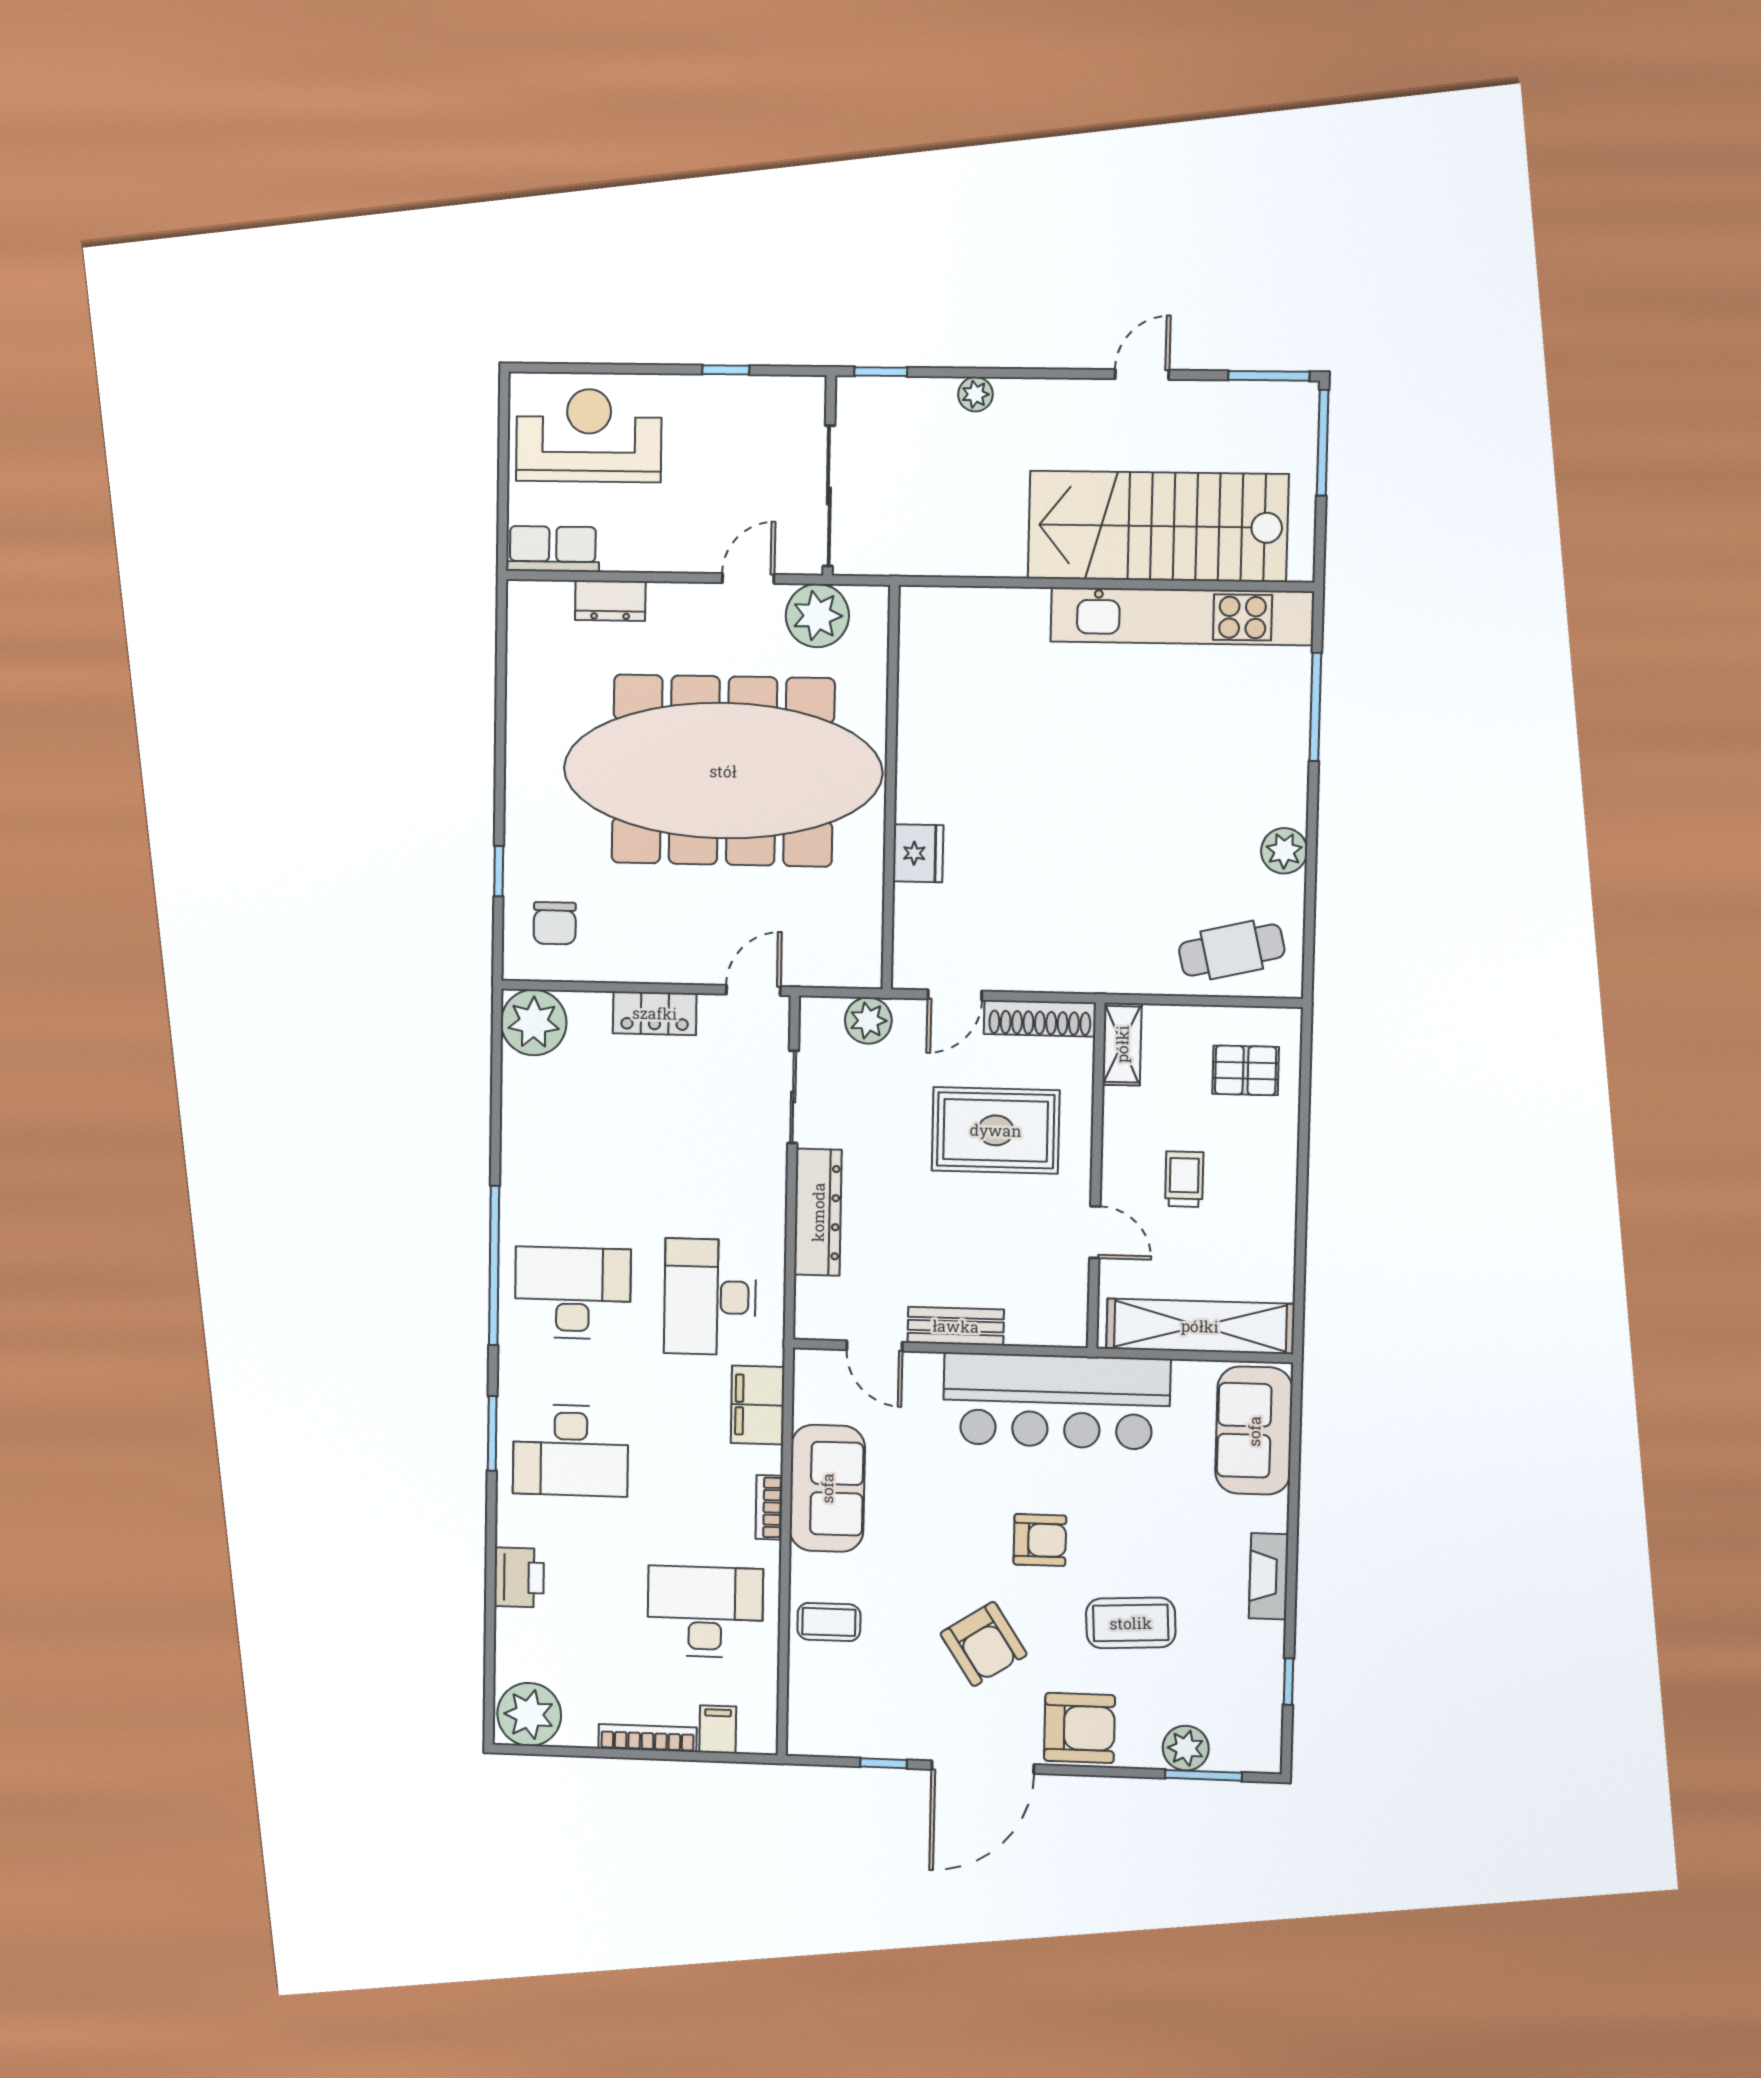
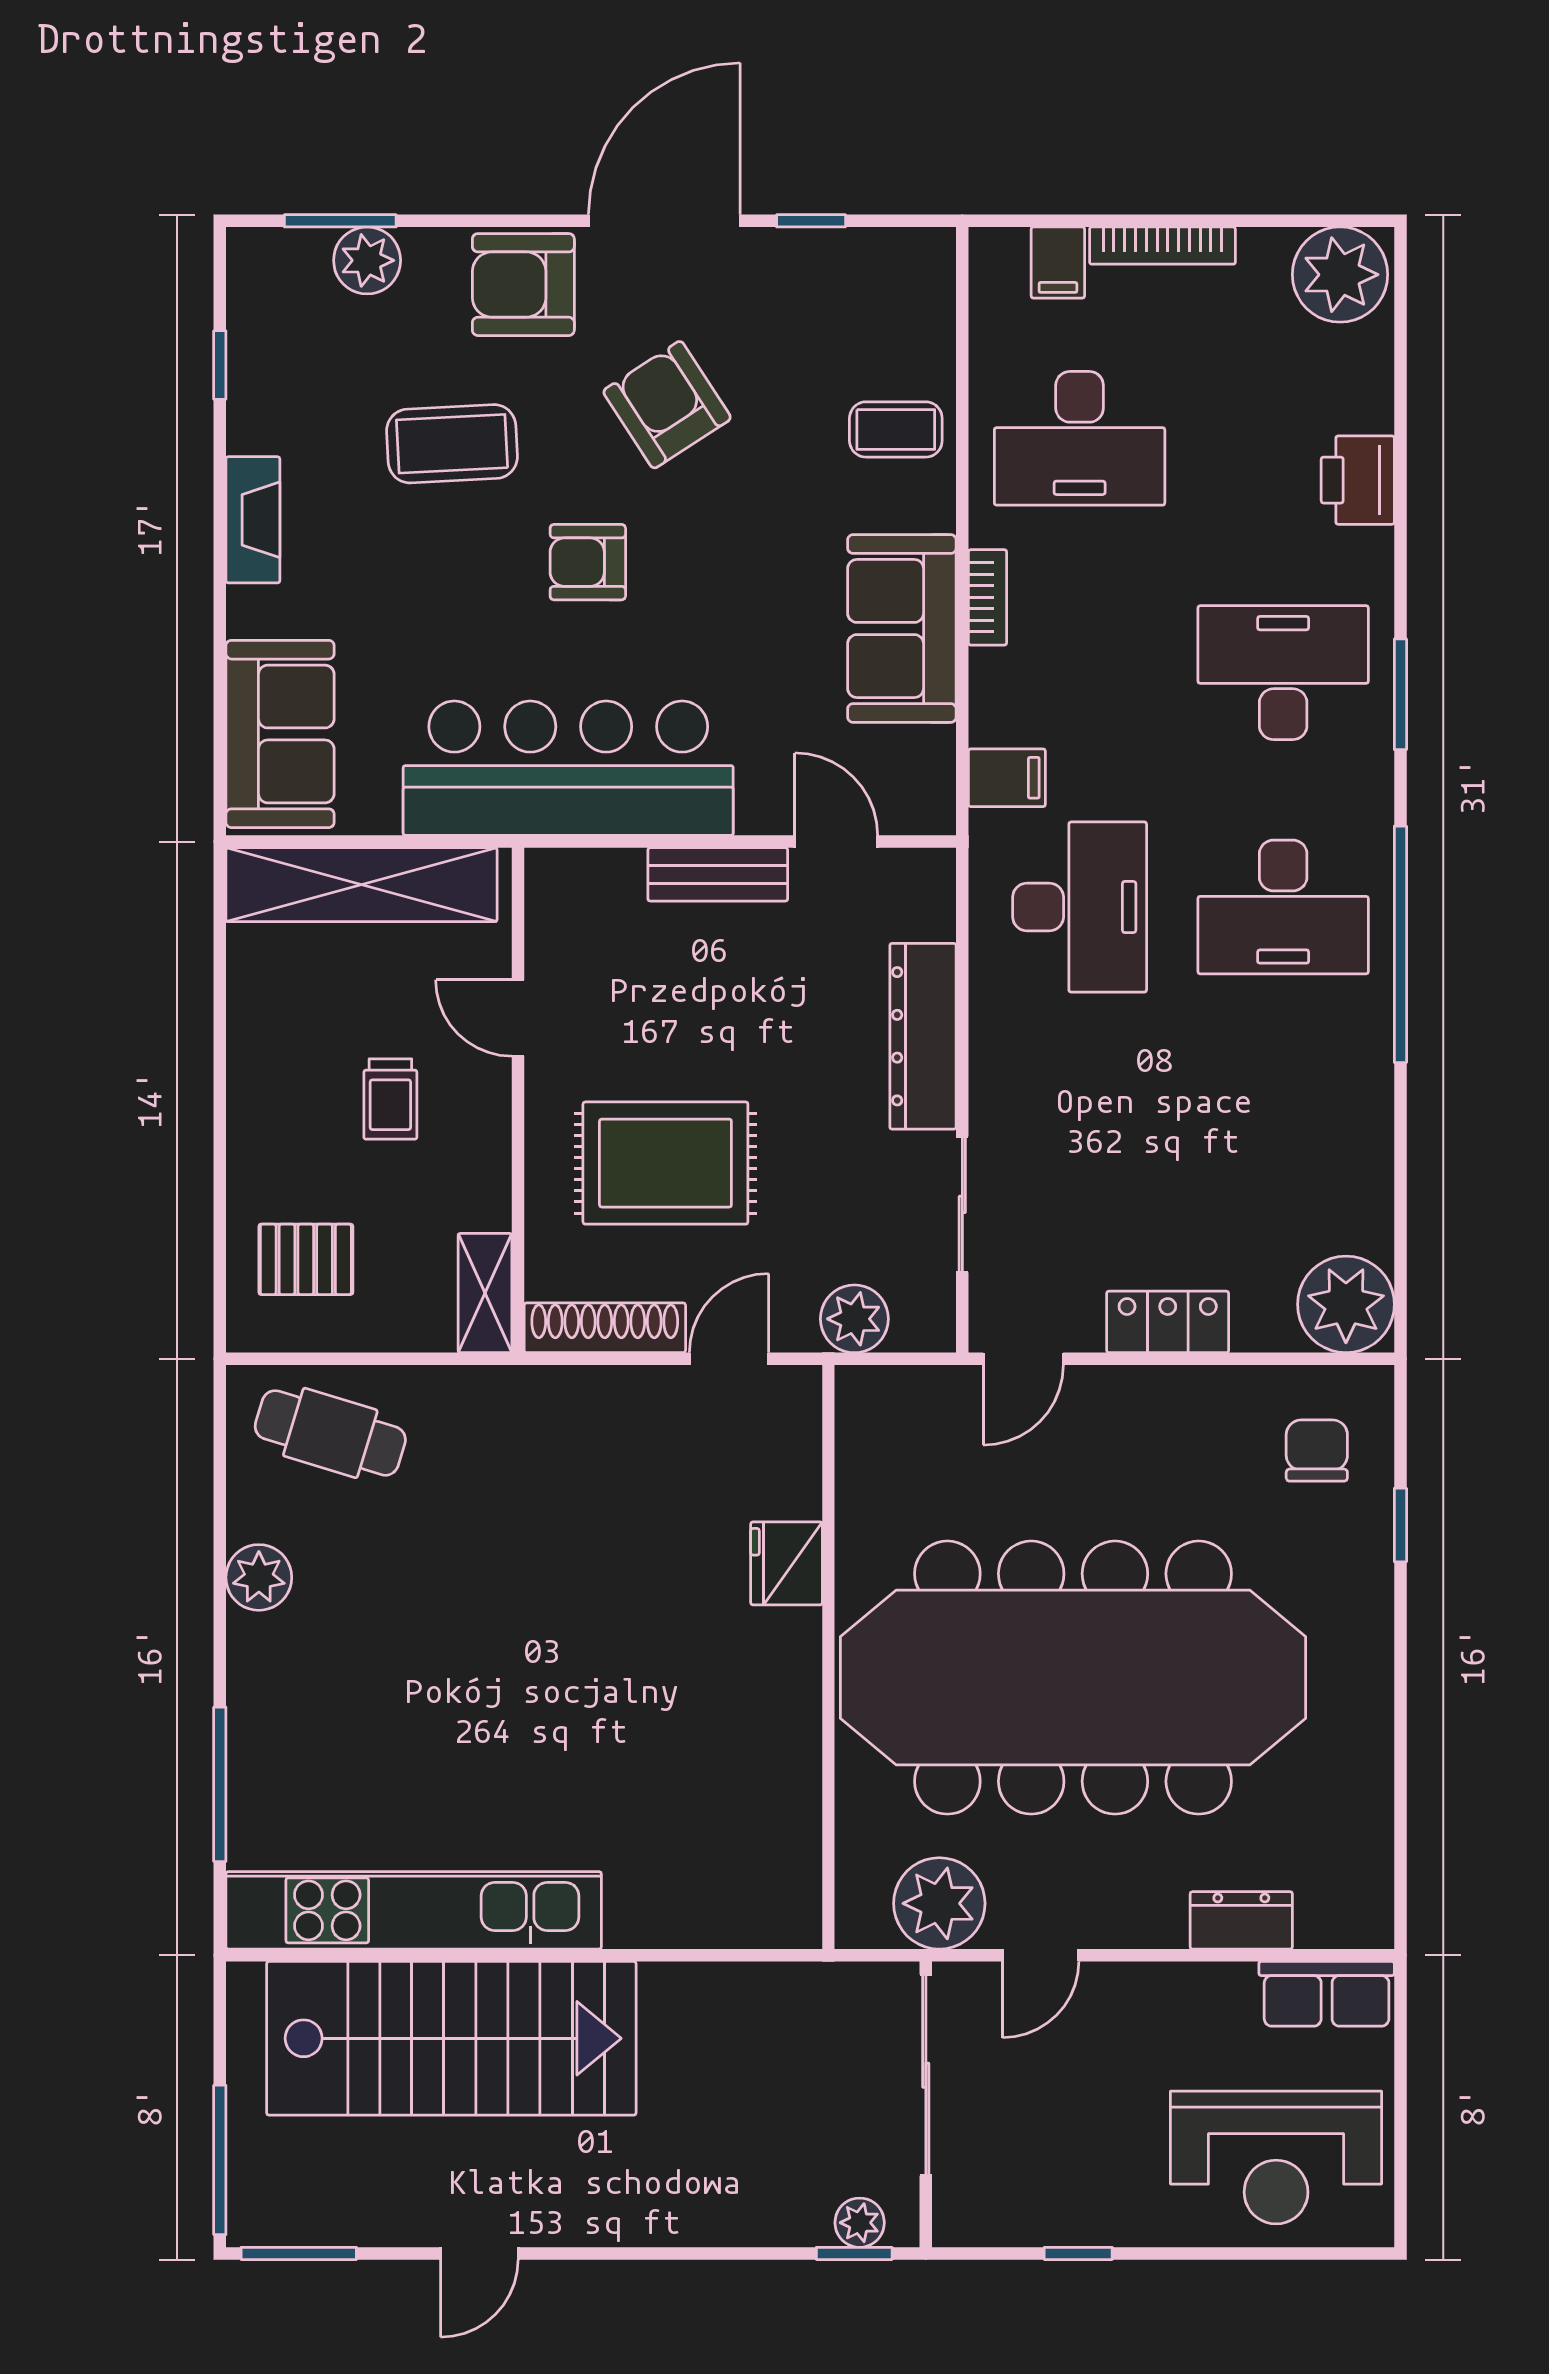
plant: (975, 394) -> (860, 2223), moved
cafe table: (1232, 950) -> (330, 1433), turned 30
filing cabinet: (758, 1405) -> (1007, 778), width x0.50

